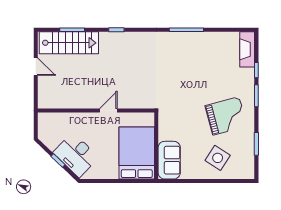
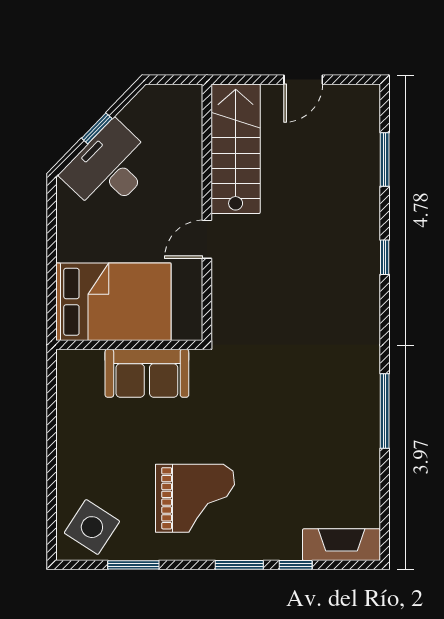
stairs: (69, 43) -> (236, 149), moved, turned 180
door: (108, 111) -> (207, 239), swing flipped
grand piano: (226, 116) -> (195, 498), turned -75
side table: (218, 158) -> (92, 527), moved
sofa: (169, 160) -> (147, 373), moved

